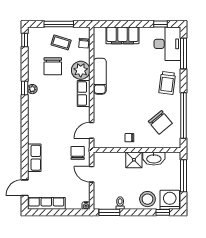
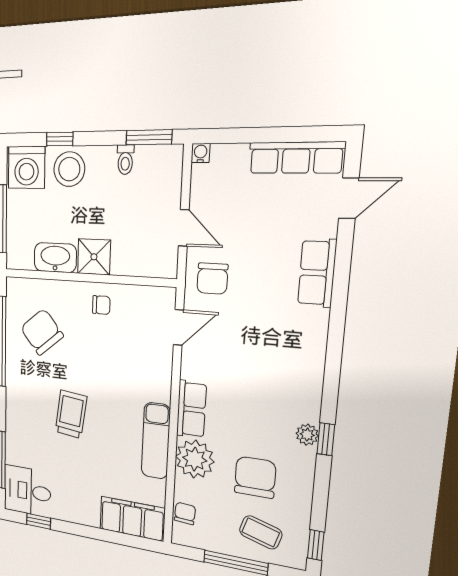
filing cabinet: (122, 35) -> (132, 519), moved
coffee table: (61, 42) -> (261, 532), moved
desk: (167, 44) -> (27, 491), width x0.73
trolley: (167, 83) -> (71, 414), moved
window: (163, 212) -> (60, 139), moved

